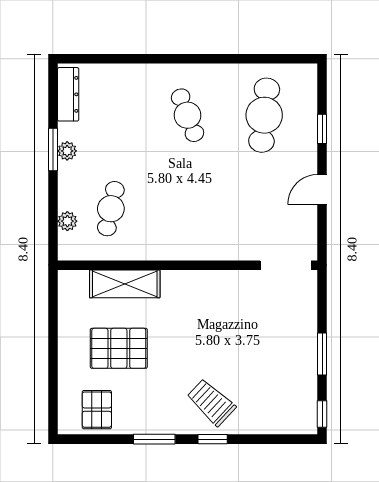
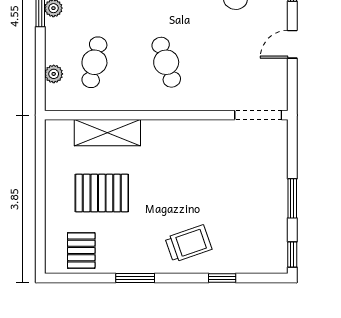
cafe table: (188, 209) -> (166, 62), added
trolley: (211, 402) -> (188, 244), turned 118
window: (213, 439) -> (222, 278), moved

